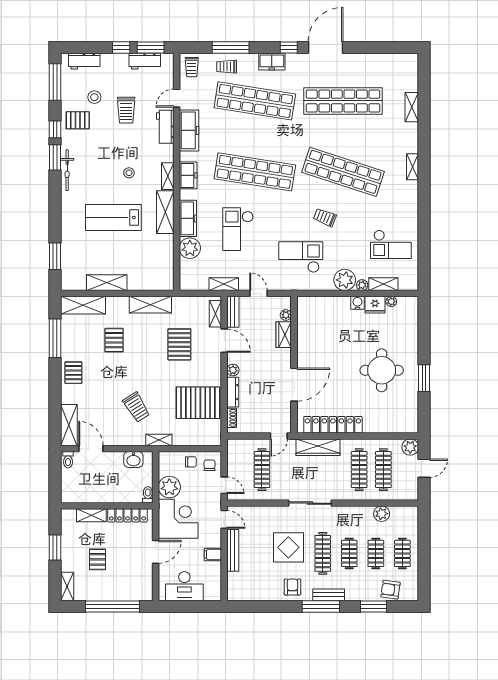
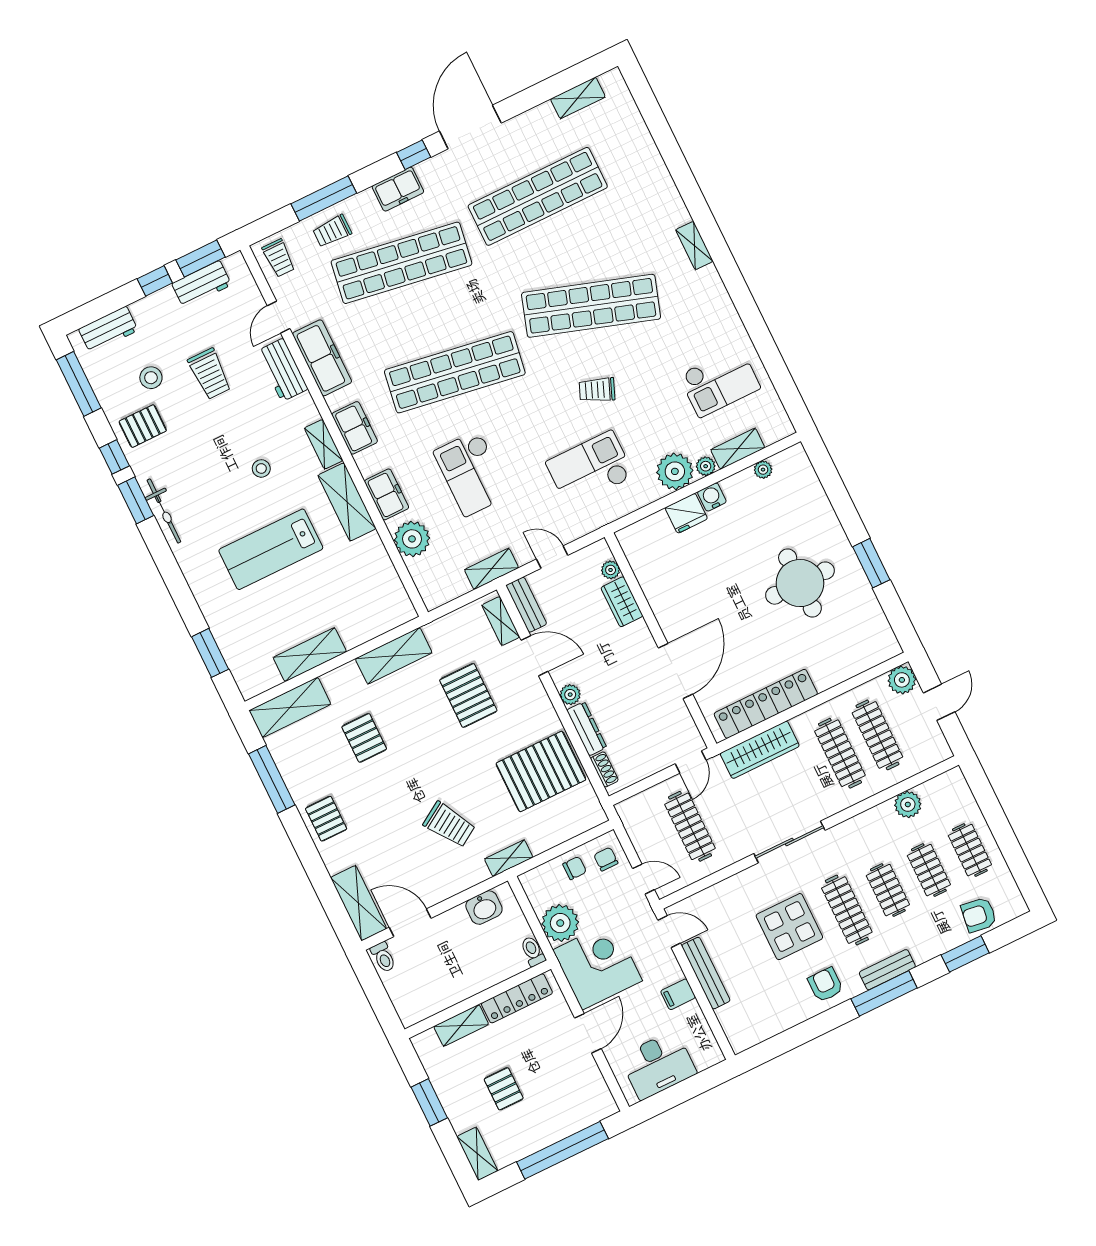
shelving: (412, 107) -> (578, 98), moved, turned 90
freezer: (188, 218) -> (387, 494), width x0.71
fridge: (375, 305) -> (686, 513), moved

